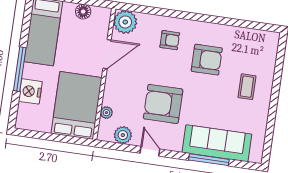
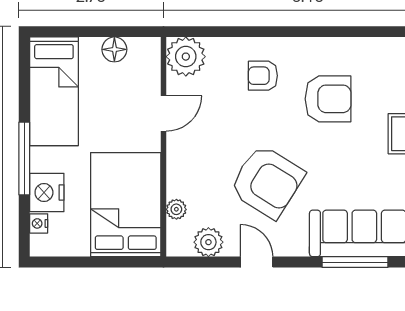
armchair: (170, 40) -> (263, 76), turned 180
door: (107, 54) -> (164, 113), width x0.73
armchair: (163, 104) -> (267, 182), turned -148
nightstand: (23, 109) -> (39, 223), added

